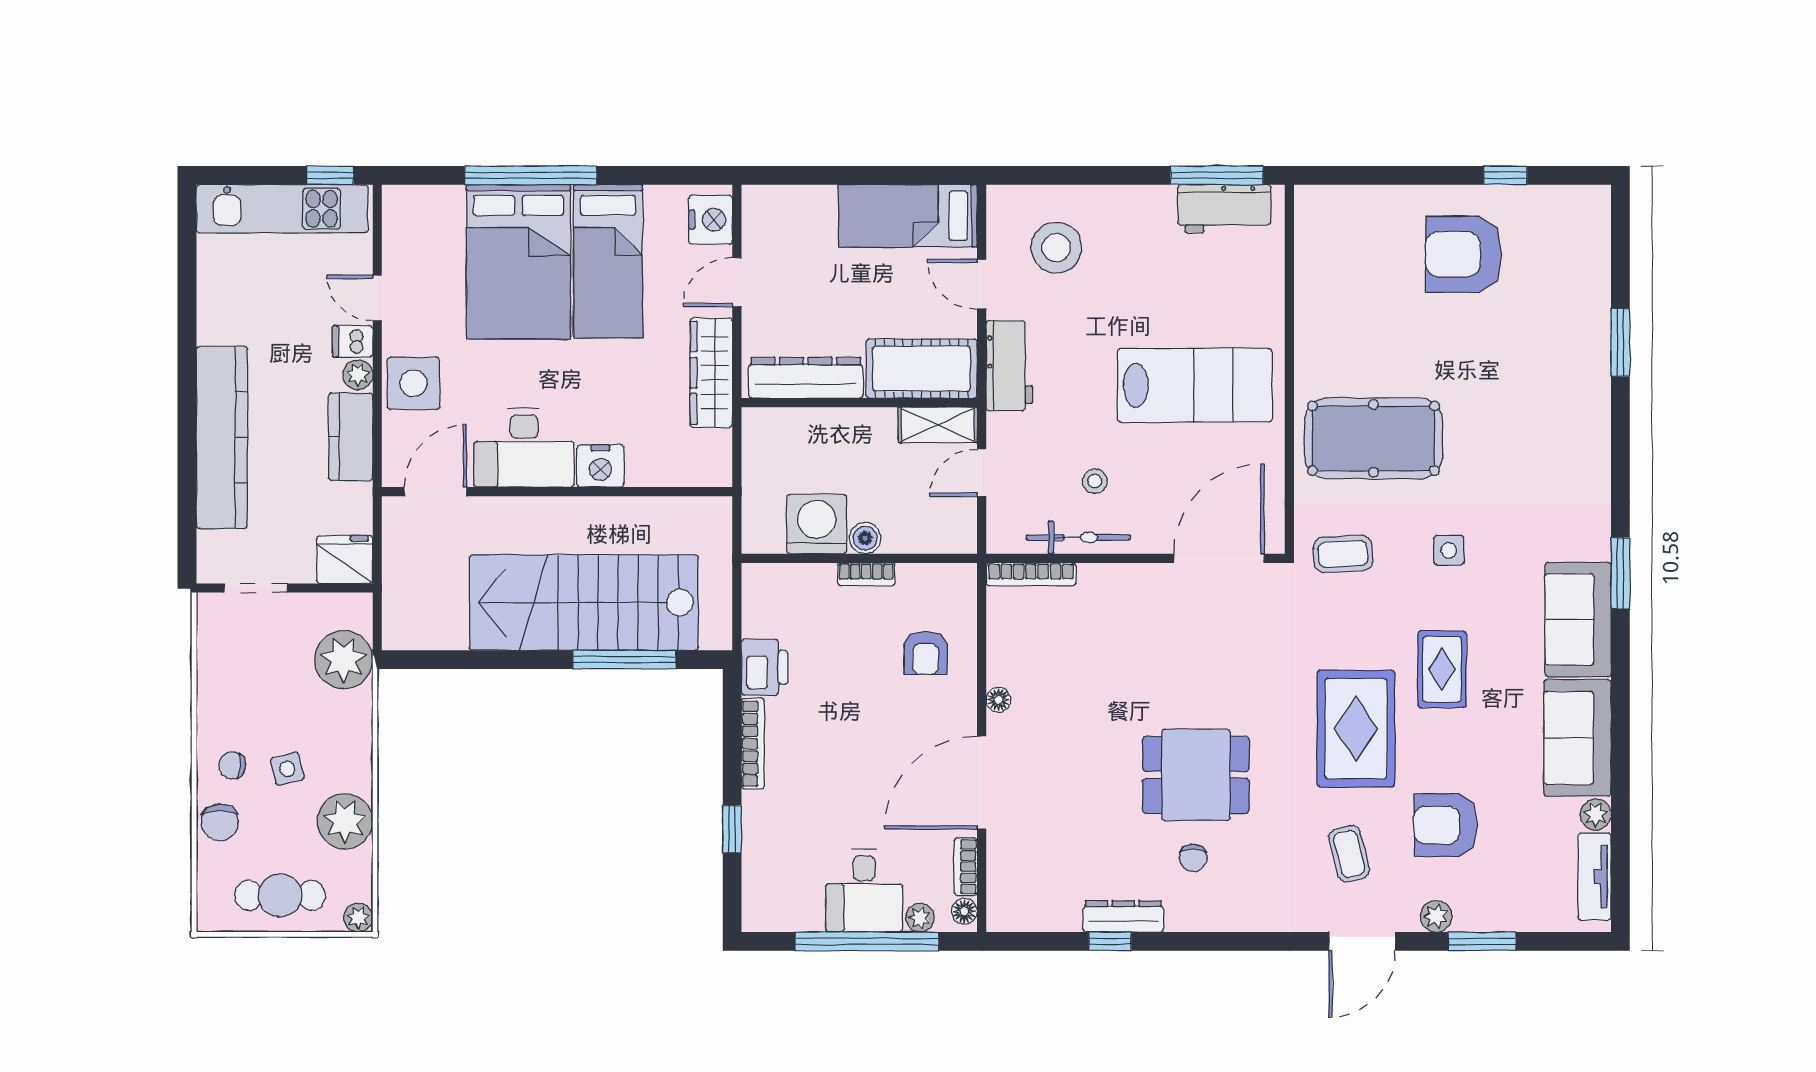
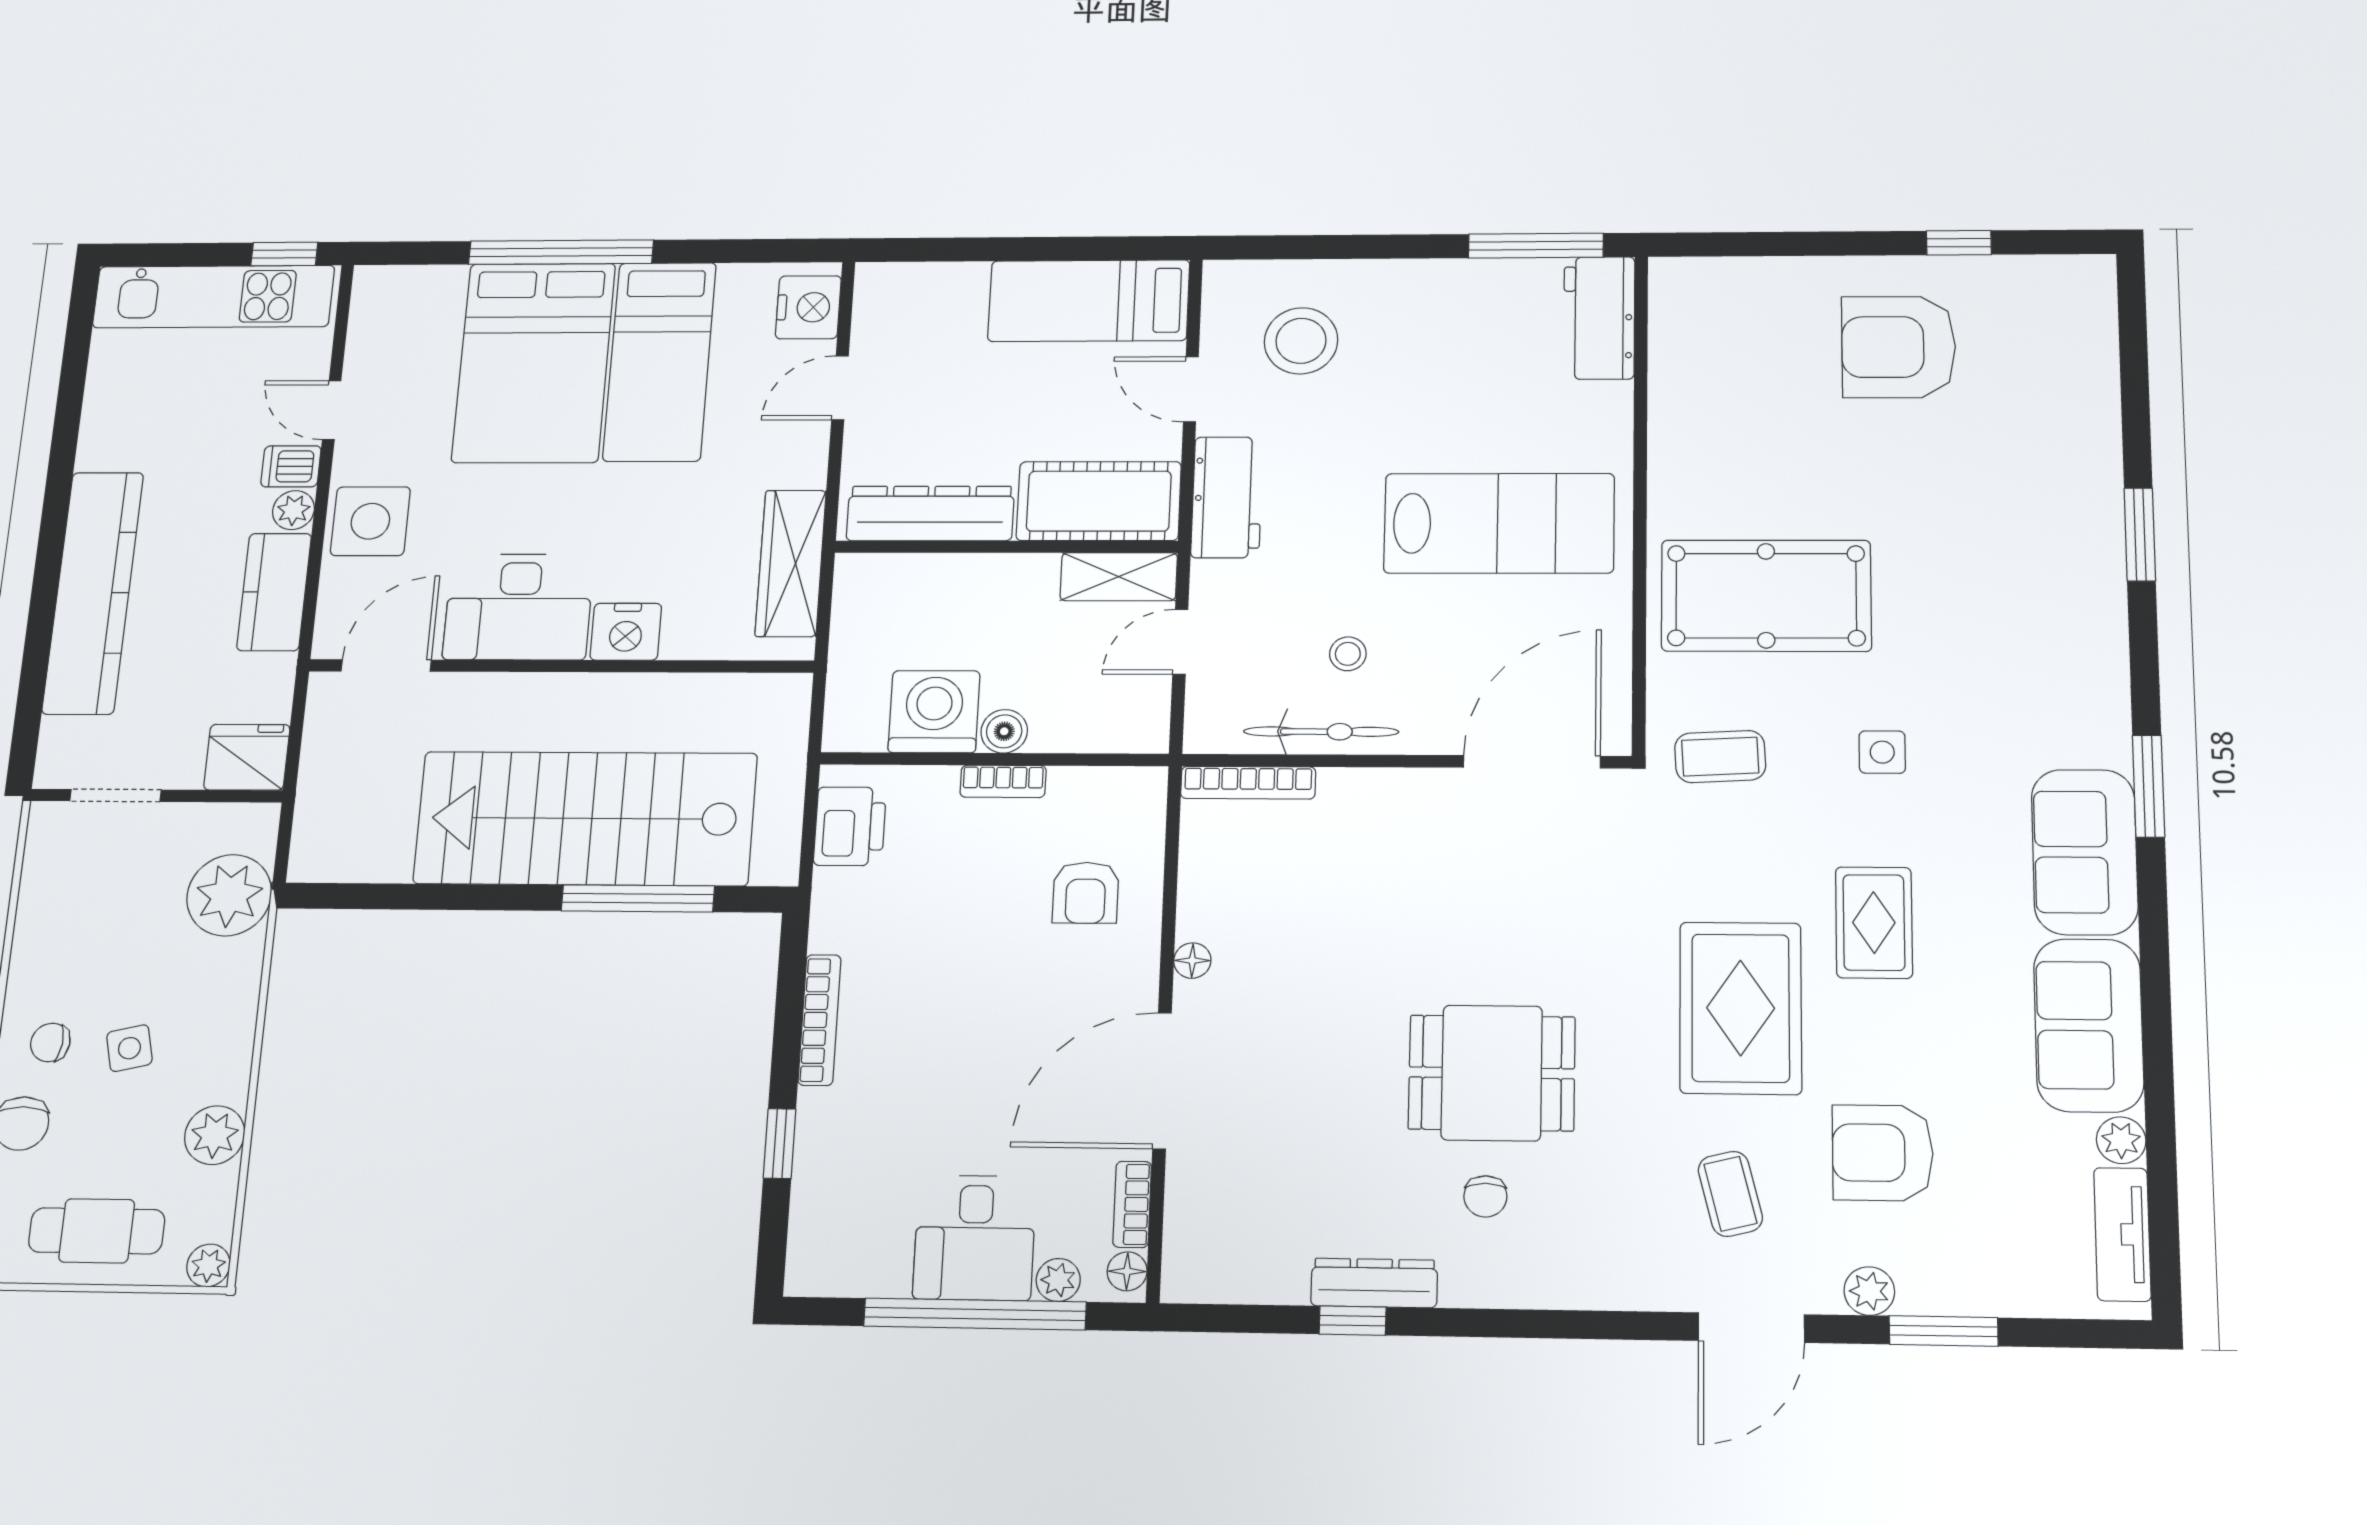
workbench: (1224, 209) -> (1599, 318), moved, turned 90
window: (1620, 342) -> (2140, 534), moved
wardrobe: (711, 373) -> (791, 563), moved
printer: (764, 667) -> (850, 826), moved
plant: (345, 821) -> (215, 1135), width x0.73, depth x0.73

